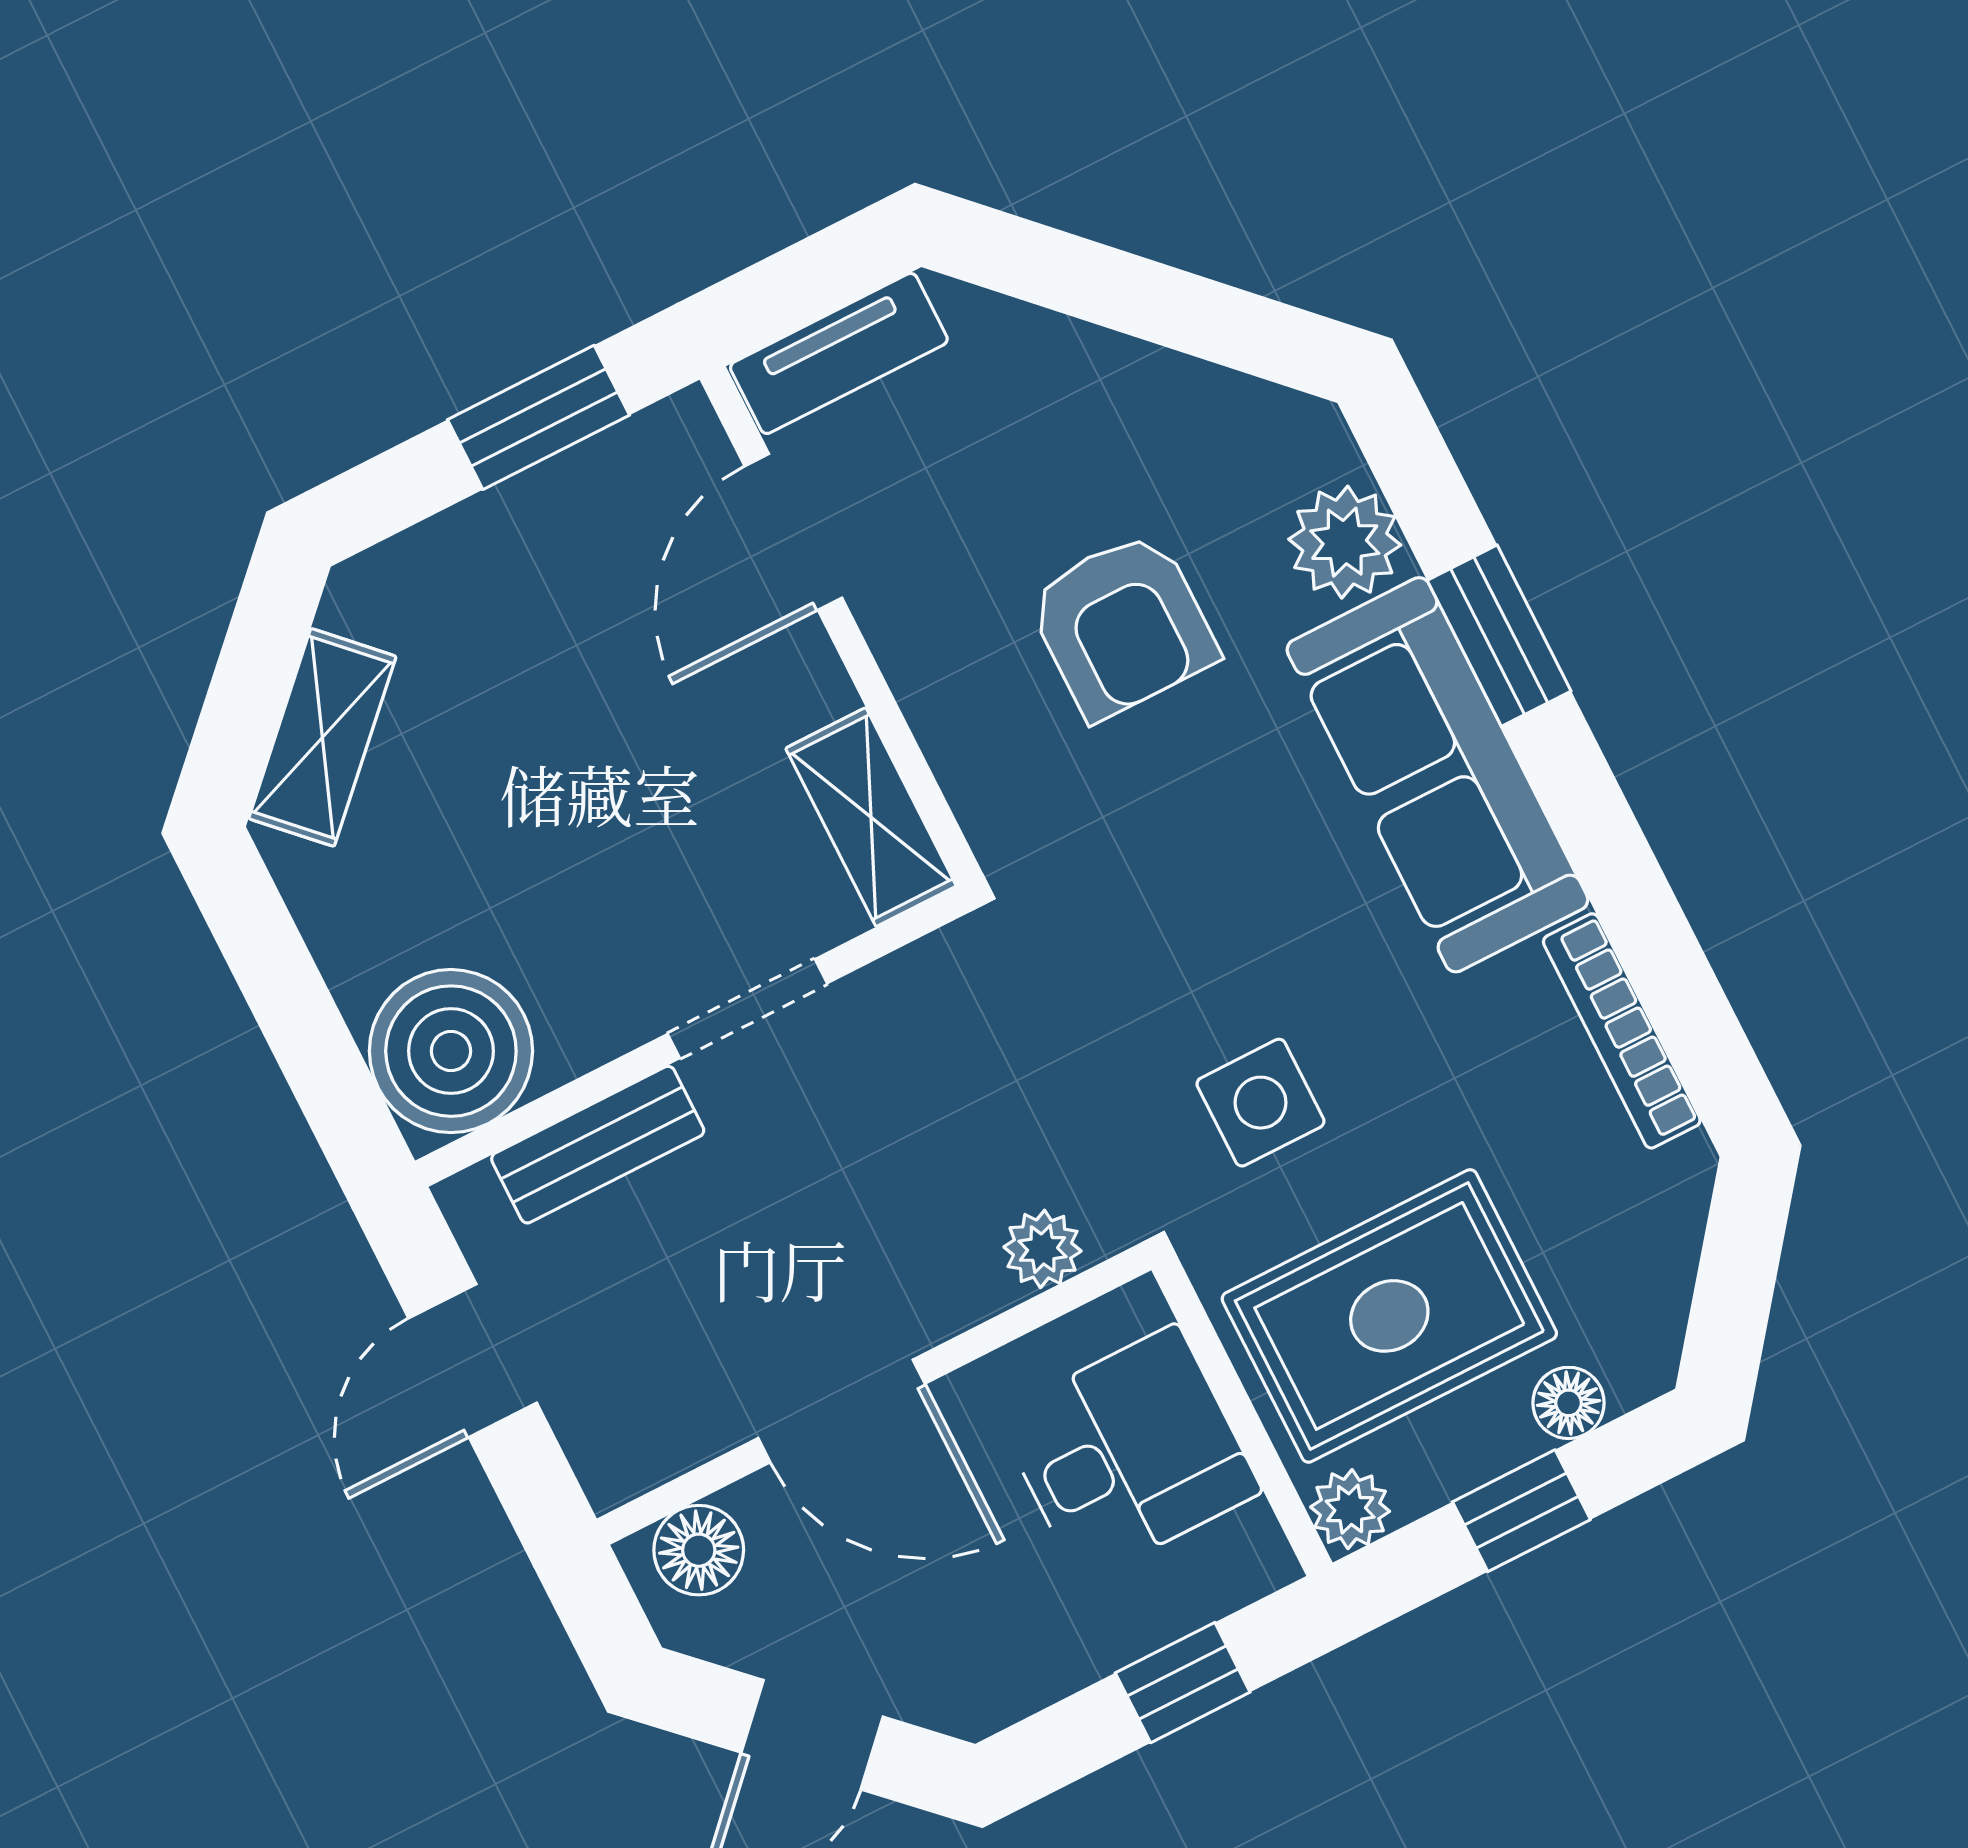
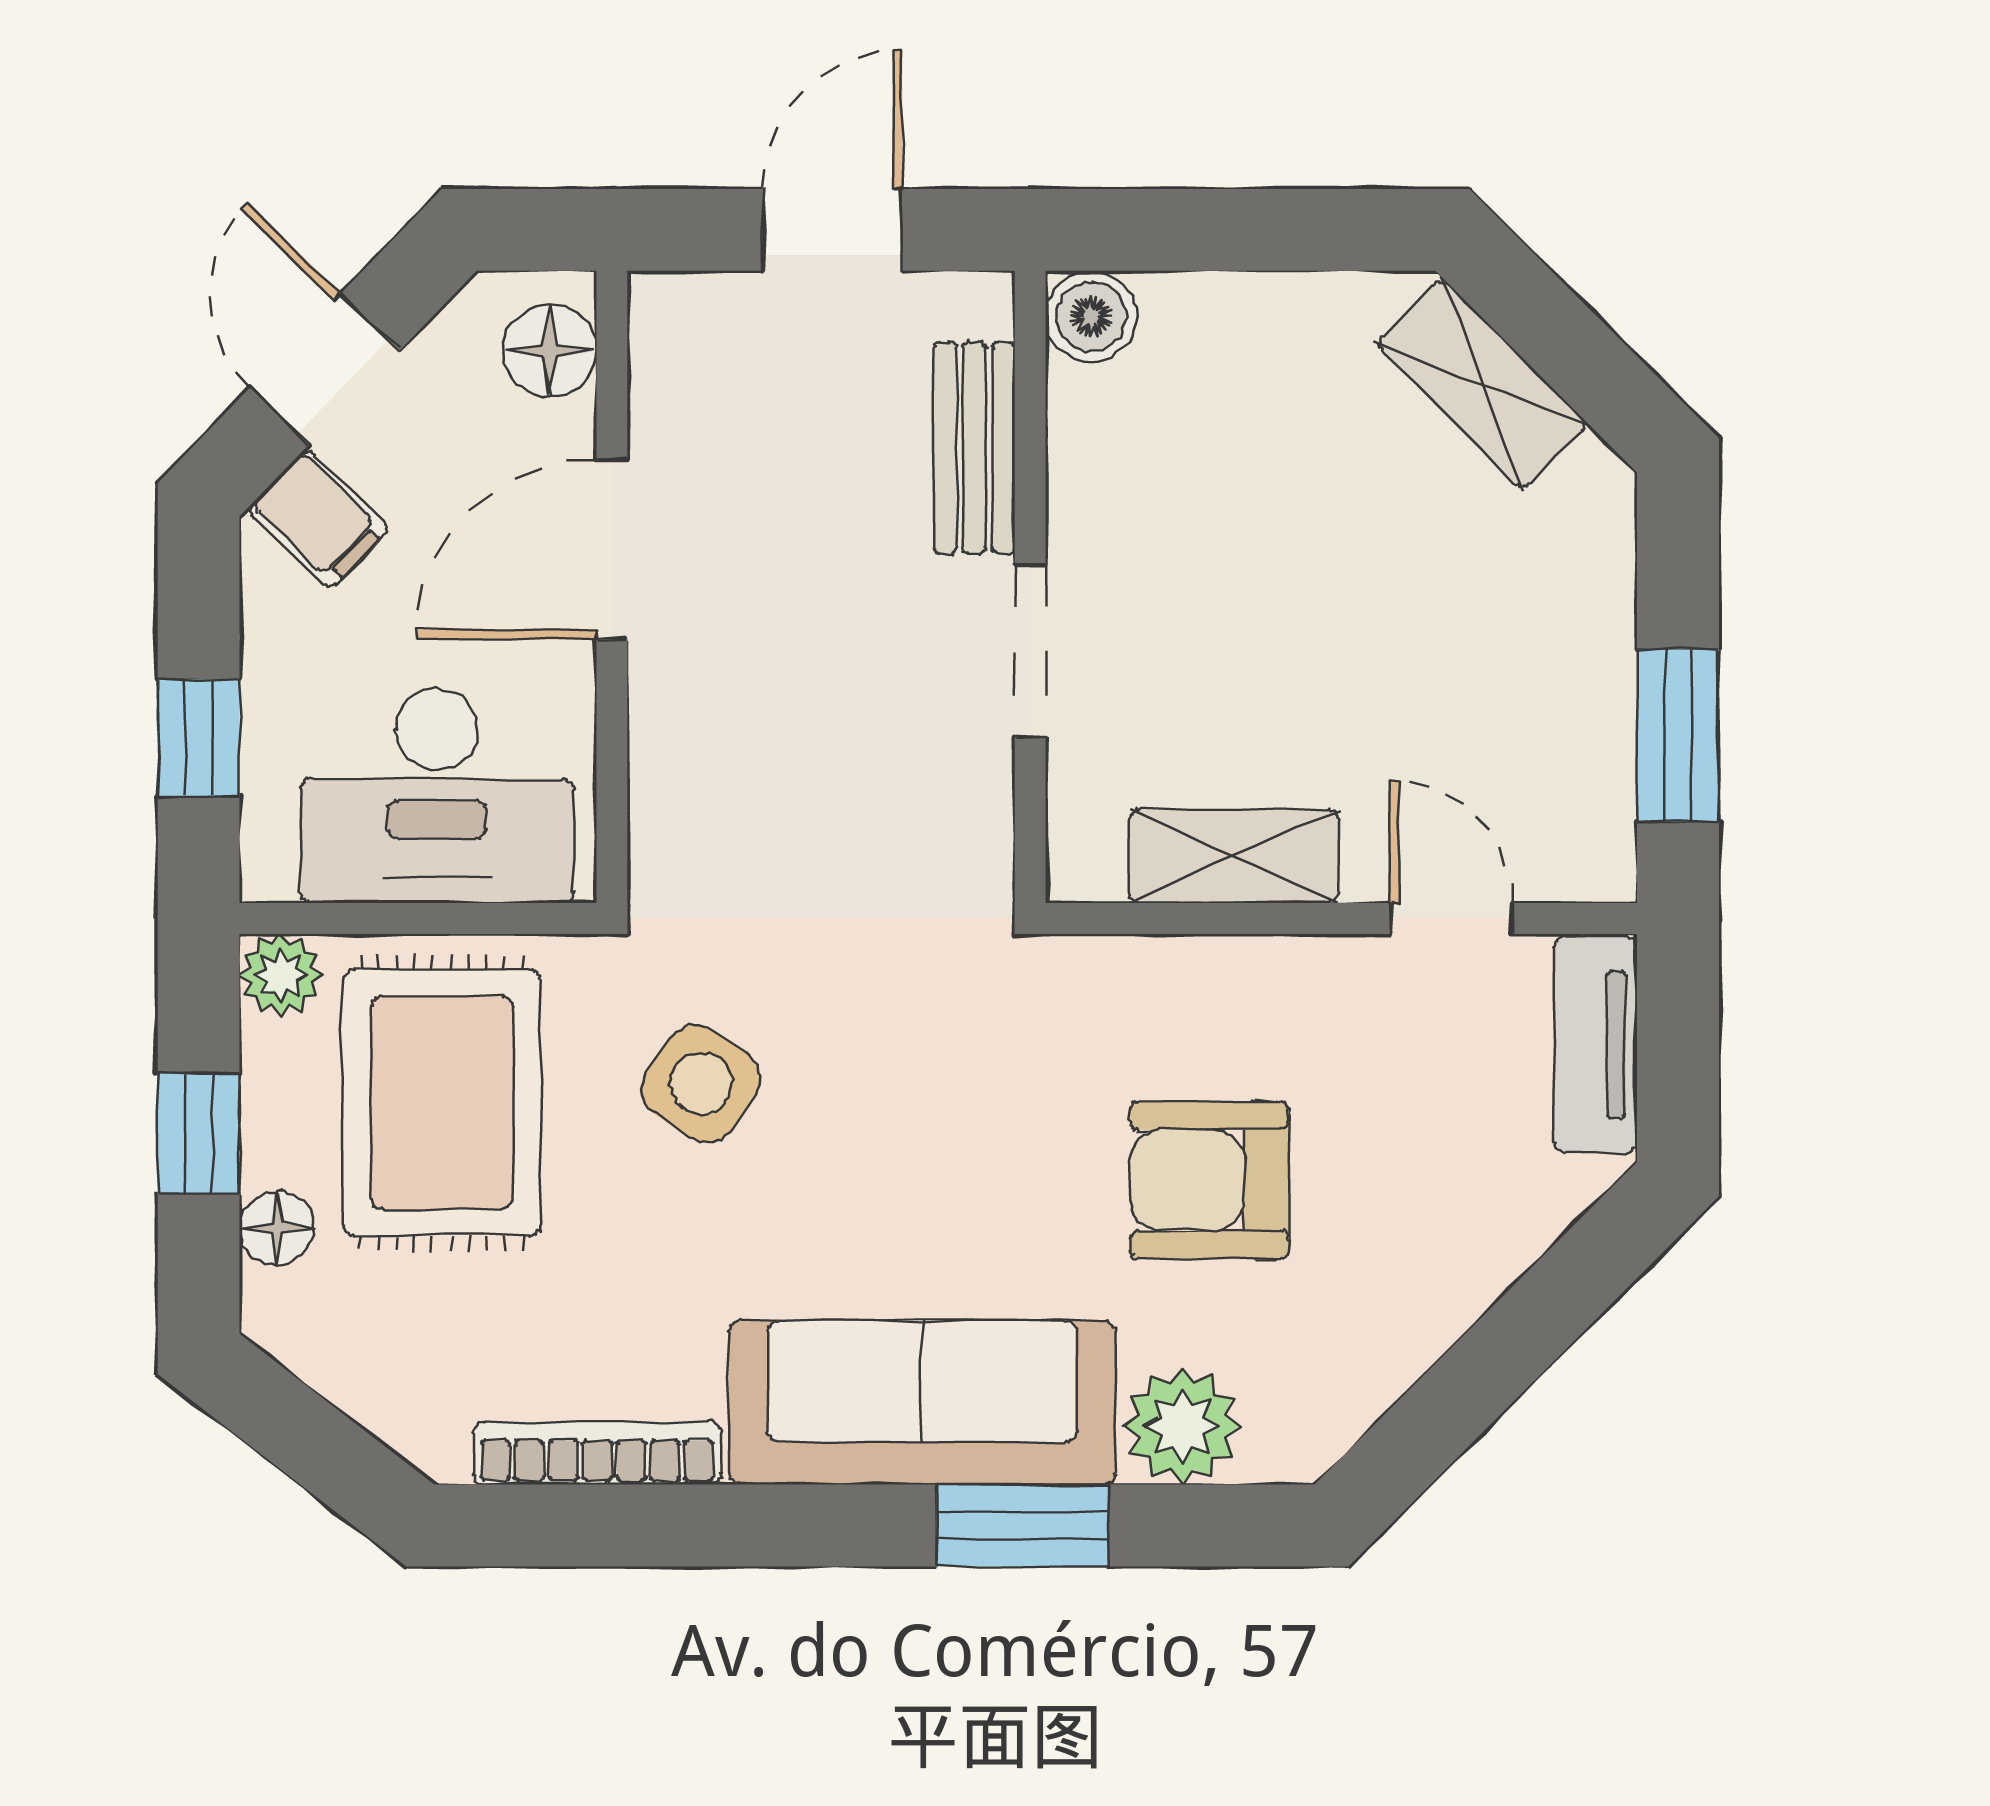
door: (793, 532) -> (1451, 918), width x0.73
shelving: (871, 817) -> (1234, 856), moved
boiler: (451, 1051) -> (1091, 316), width x0.54, depth x0.54
side table: (1261, 1103) -> (701, 1084), turned 34
plant: (1043, 1249) -> (668, 812), removed
door: (473, 1361) -> (833, 230), hinge flipped
desk: (1129, 1453) -> (437, 796), width x1.37
filing cabinet: (943, 1675) -> (319, 519), added

